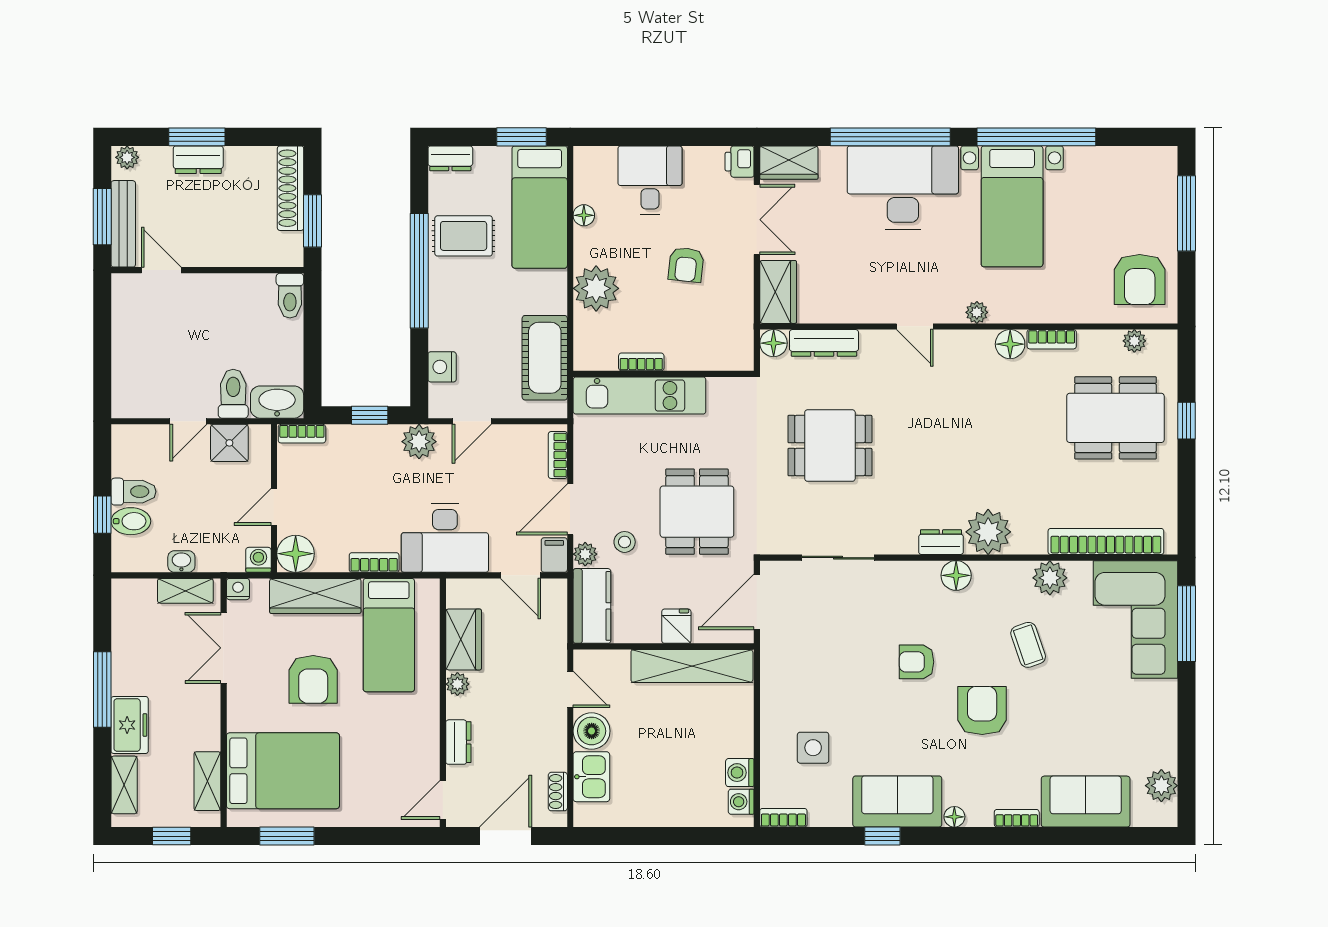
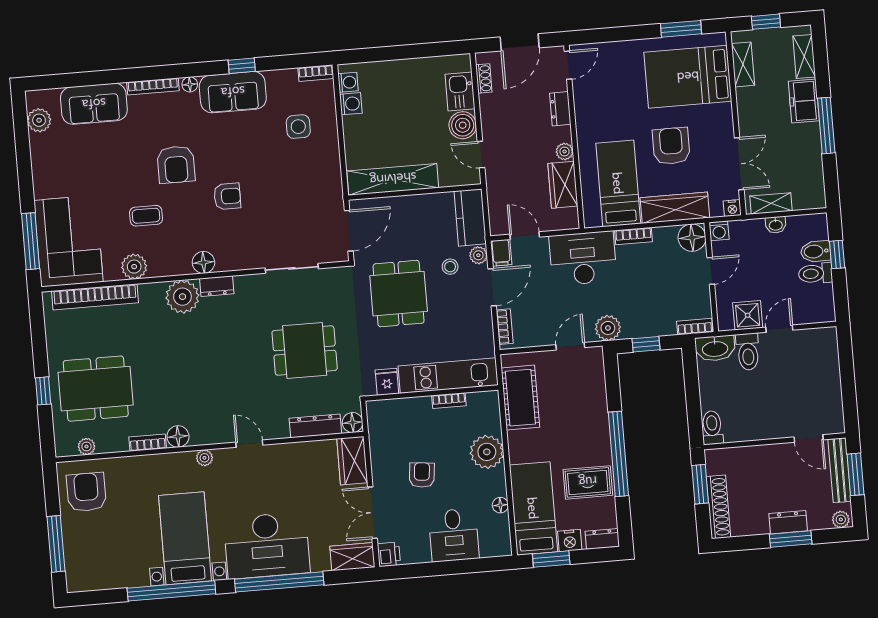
nightstand: (442, 367) -> (570, 541), moved, turned 90
fridge: (676, 626) -> (387, 382), moved, turned 180
coffee table: (1028, 645) -> (146, 216), turned -71
bookcase: (1017, 818) -> (153, 86), width x1.56

